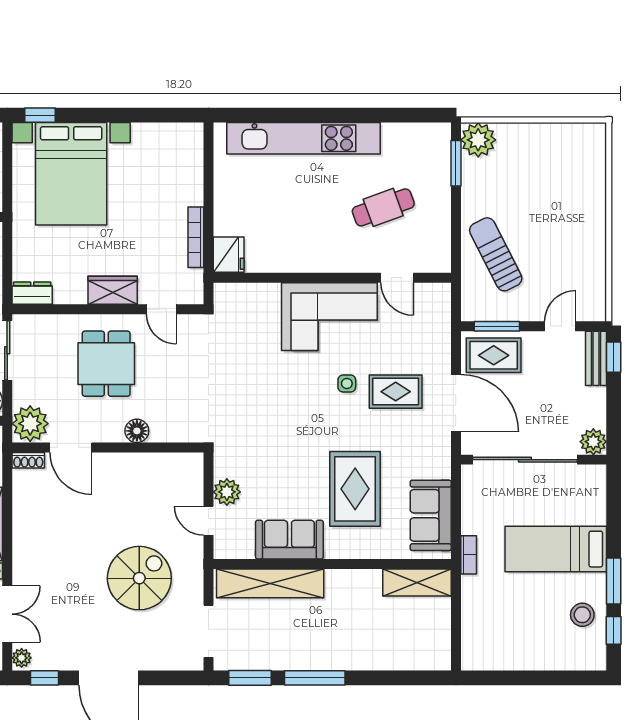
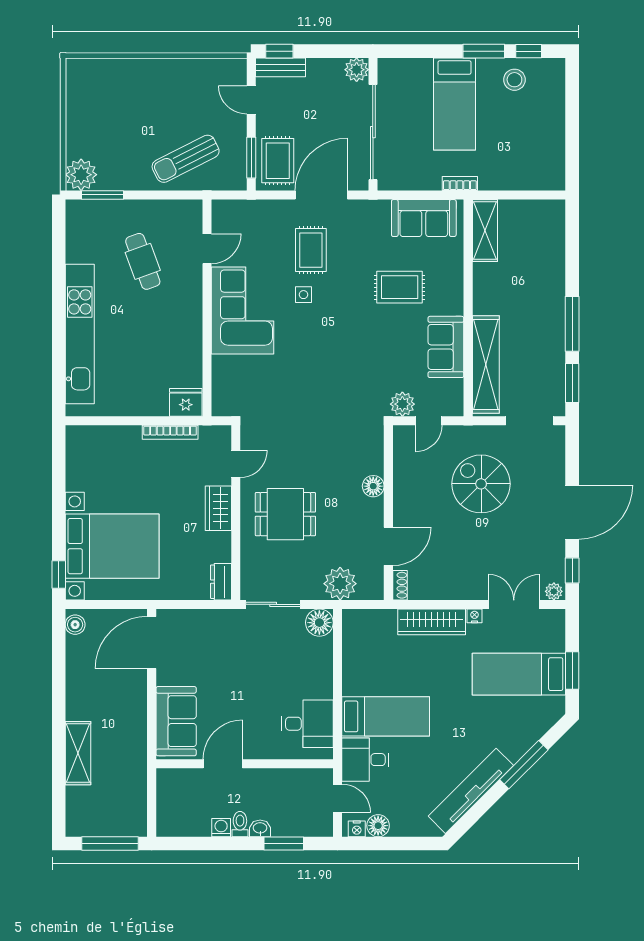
floor lamp: (137, 431) -> (373, 486), moved
door: (71, 447) -> (388, 546), moved
wall: (108, 447) -> (388, 513), moved
shoe rack: (28, 460) -> (400, 585), moved
rug: (355, 489) -> (400, 287), width x0.73, depth x0.70

